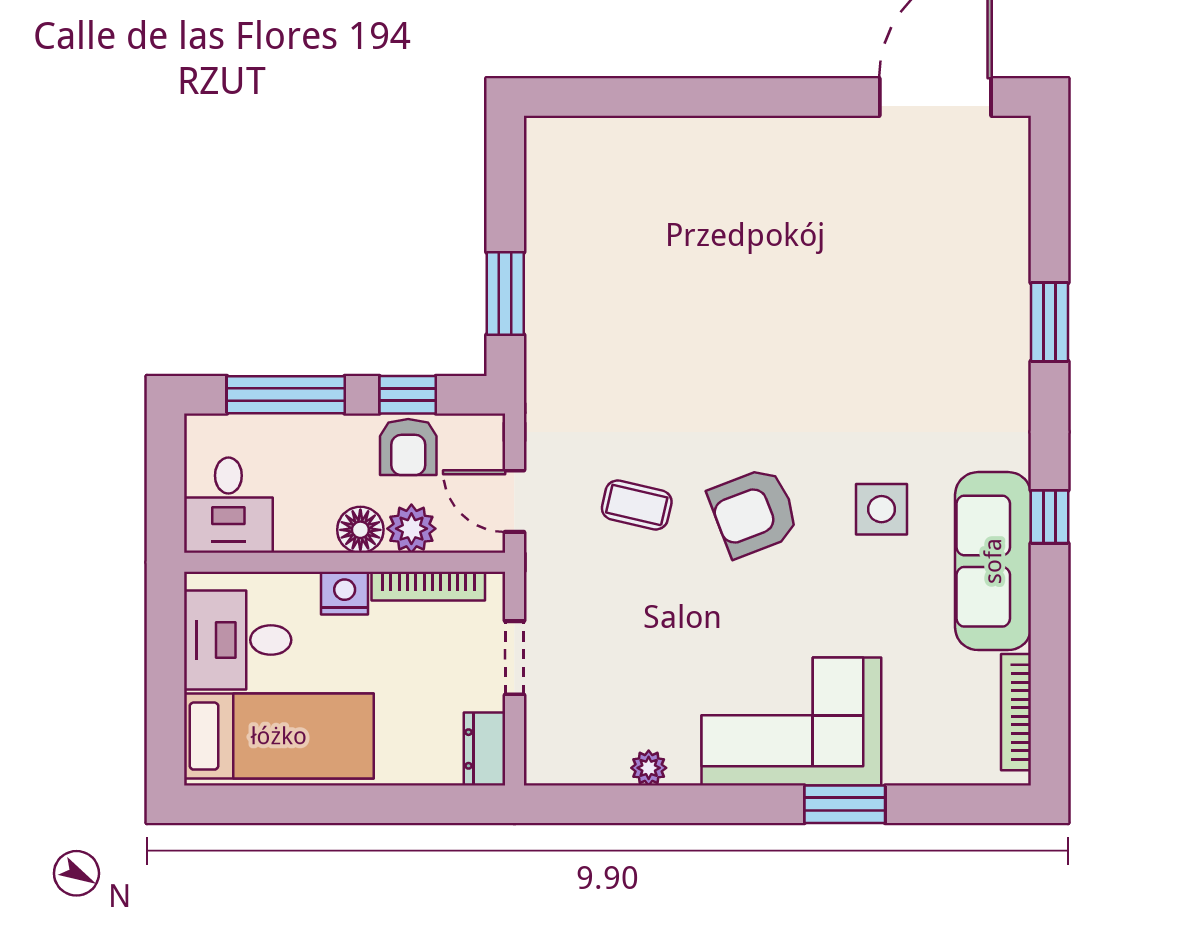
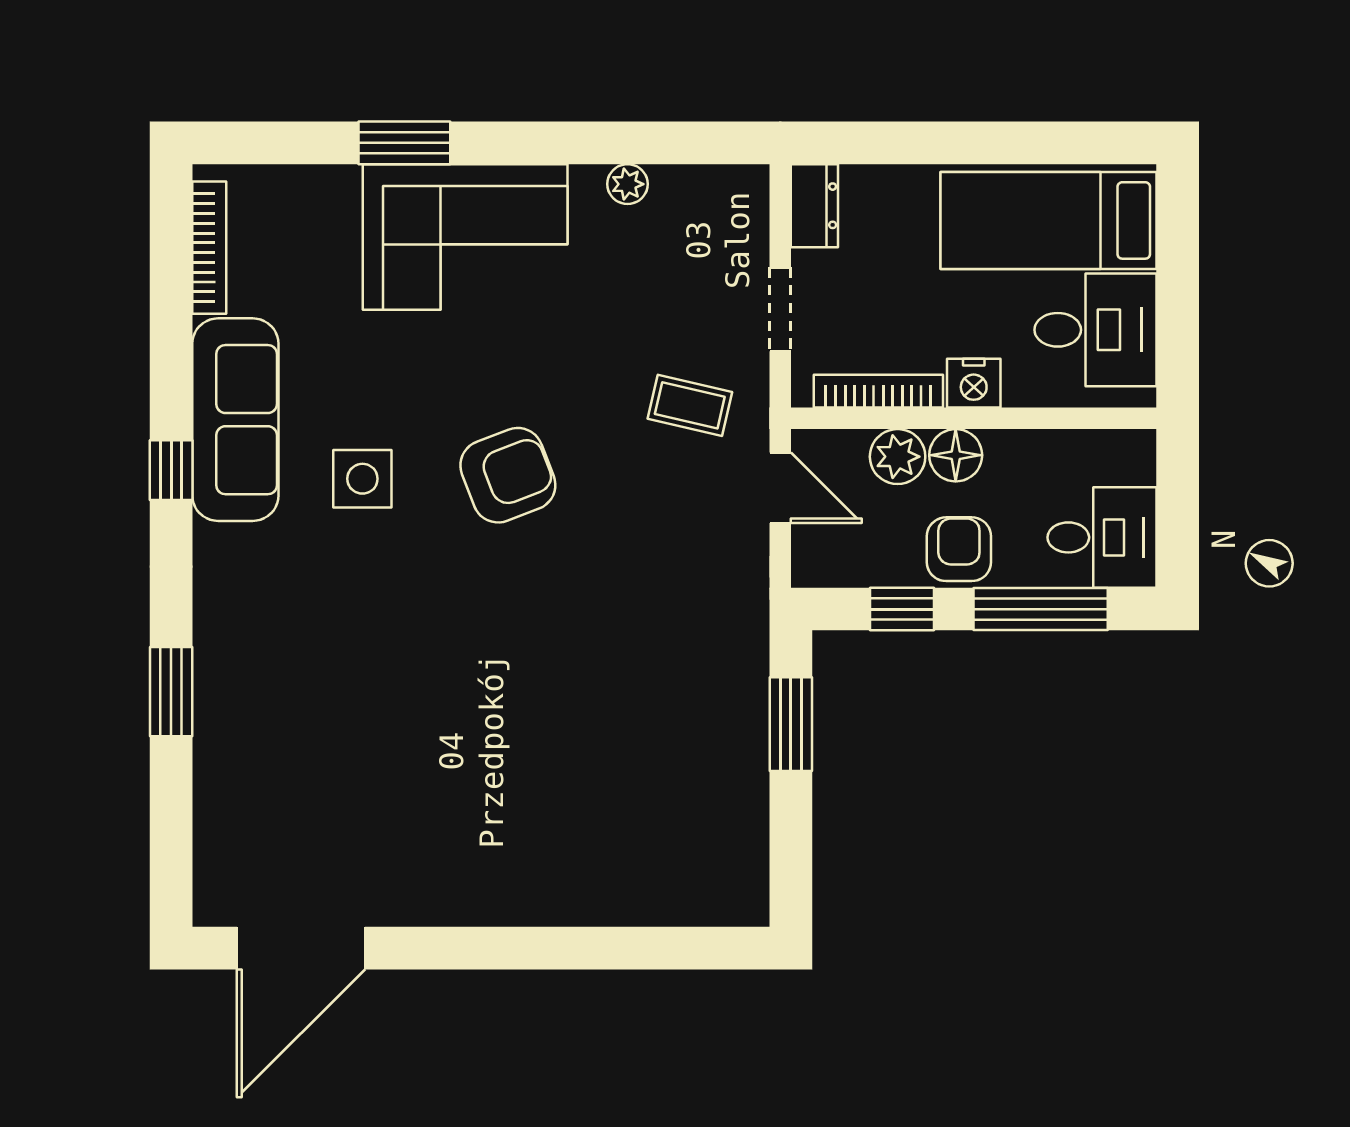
armchair: (408, 447) -> (959, 549), moved
desk: (228, 505) -> (1102, 537), moved, turned 90
coffee table: (637, 505) -> (690, 405), moved

